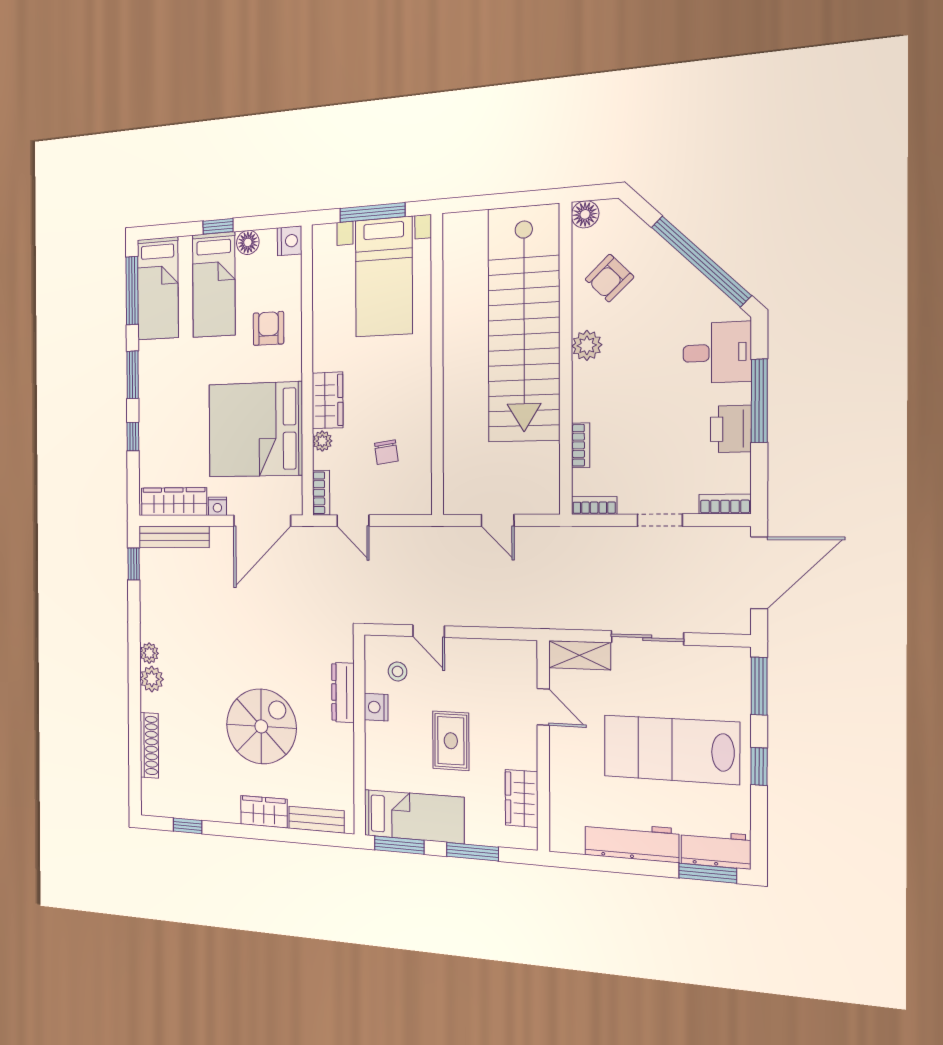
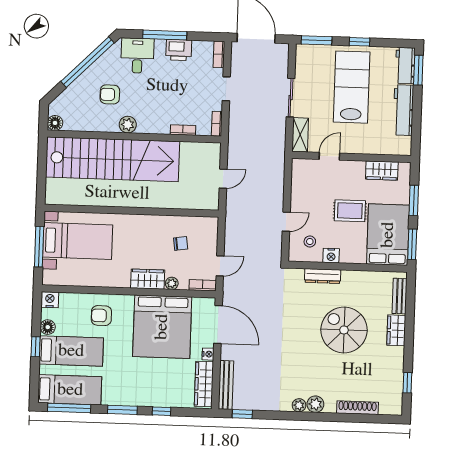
armchair: (609, 278) -> (110, 94), moved, turned 134
lab bench: (671, 749) -> (352, 87), turned 180
bed: (414, 816) -> (388, 235), width x1.50

